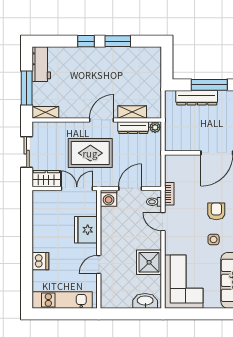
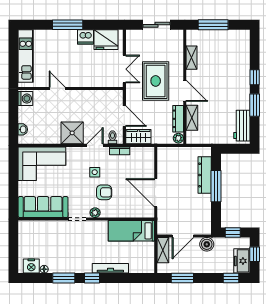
workbench: (41, 64) -> (242, 126), moved, turned 90
shelving: (45, 112) -> (192, 58), moved
wardrobe: (46, 179) -> (138, 137), moved, turned -90
washing machine: (109, 198) -> (25, 99), moved, turned 180
fridge: (86, 230) -> (106, 40), moved, turned 180
side table: (214, 239) -> (95, 172), moved
window: (27, 253) -> (68, 25), added
dishwasher: (40, 261) -> (85, 37), moved
shower: (149, 262) -> (72, 133), moved
washbasin: (145, 301) -> (23, 129), width x0.52, depth x0.69

